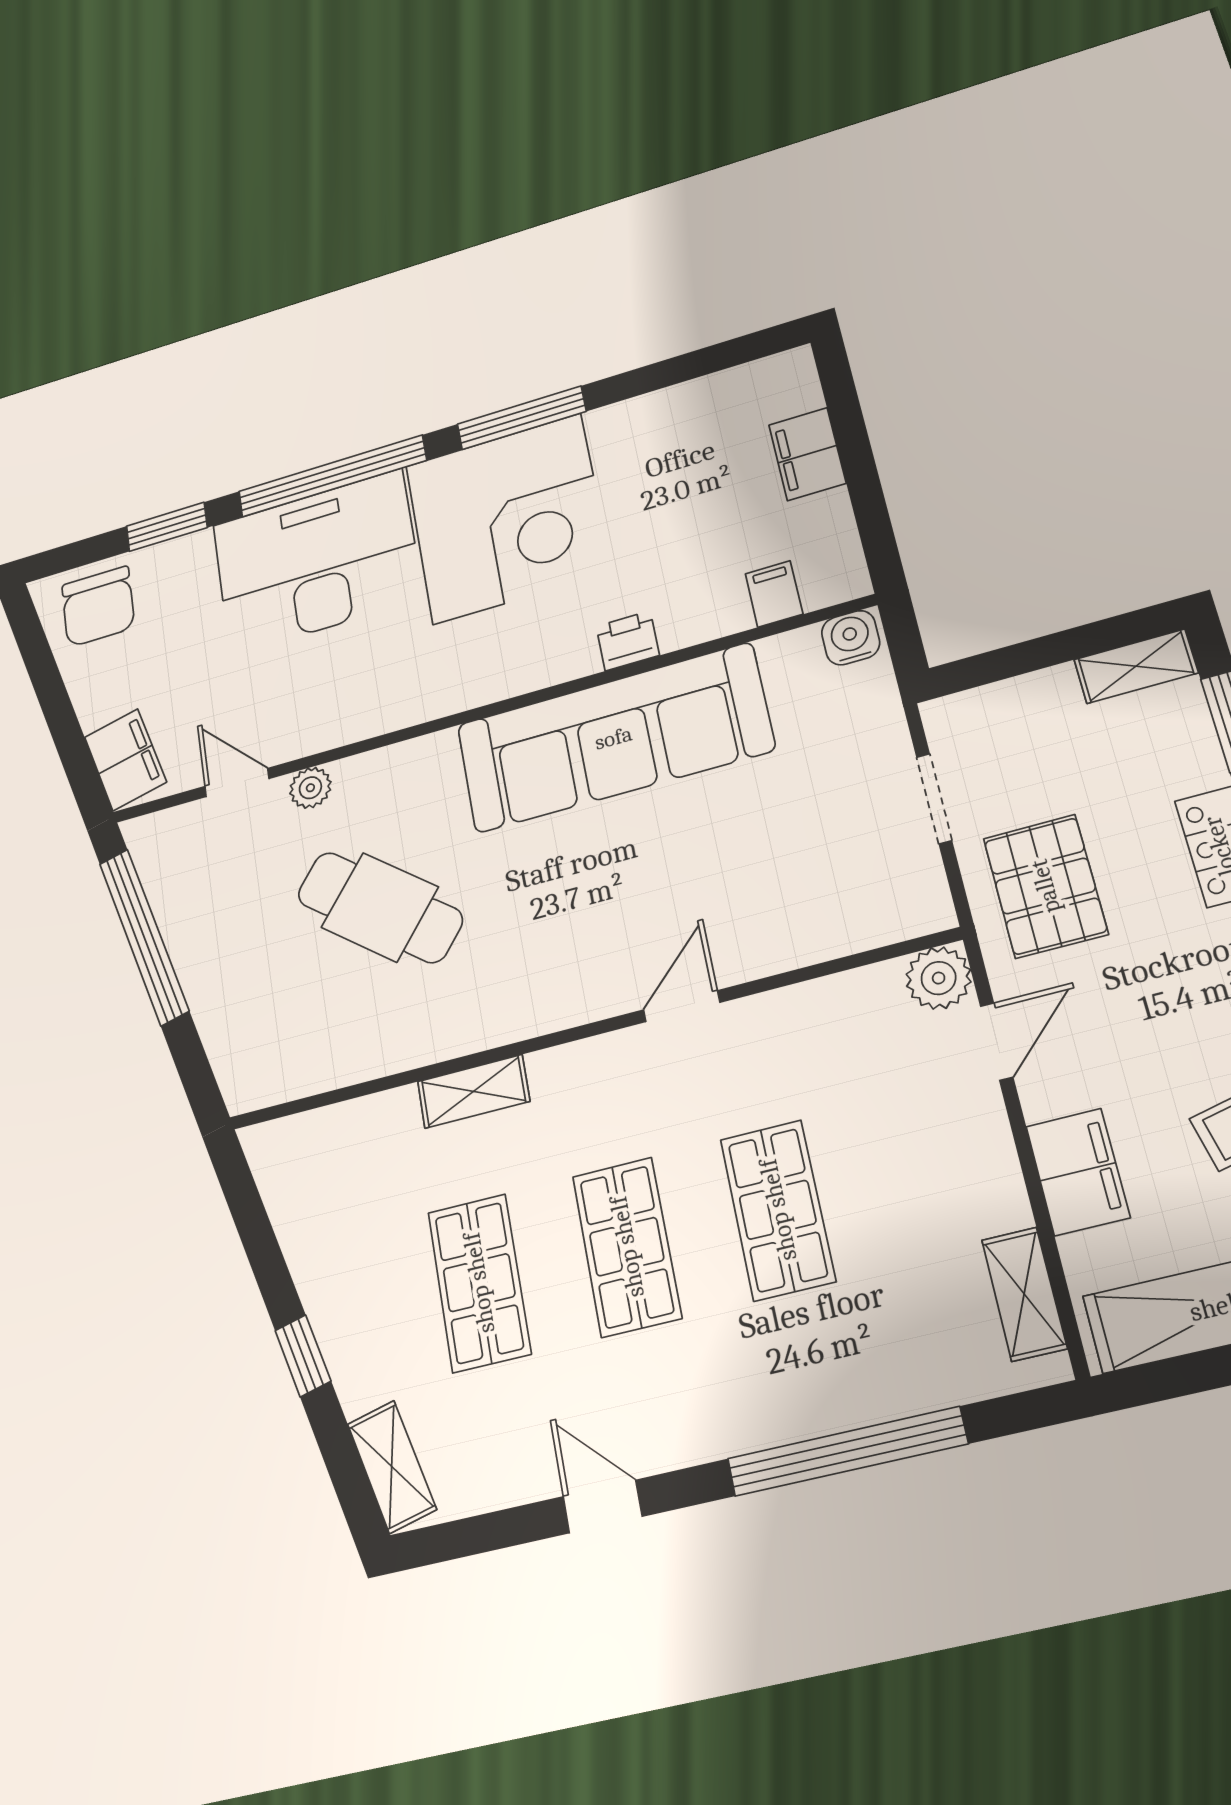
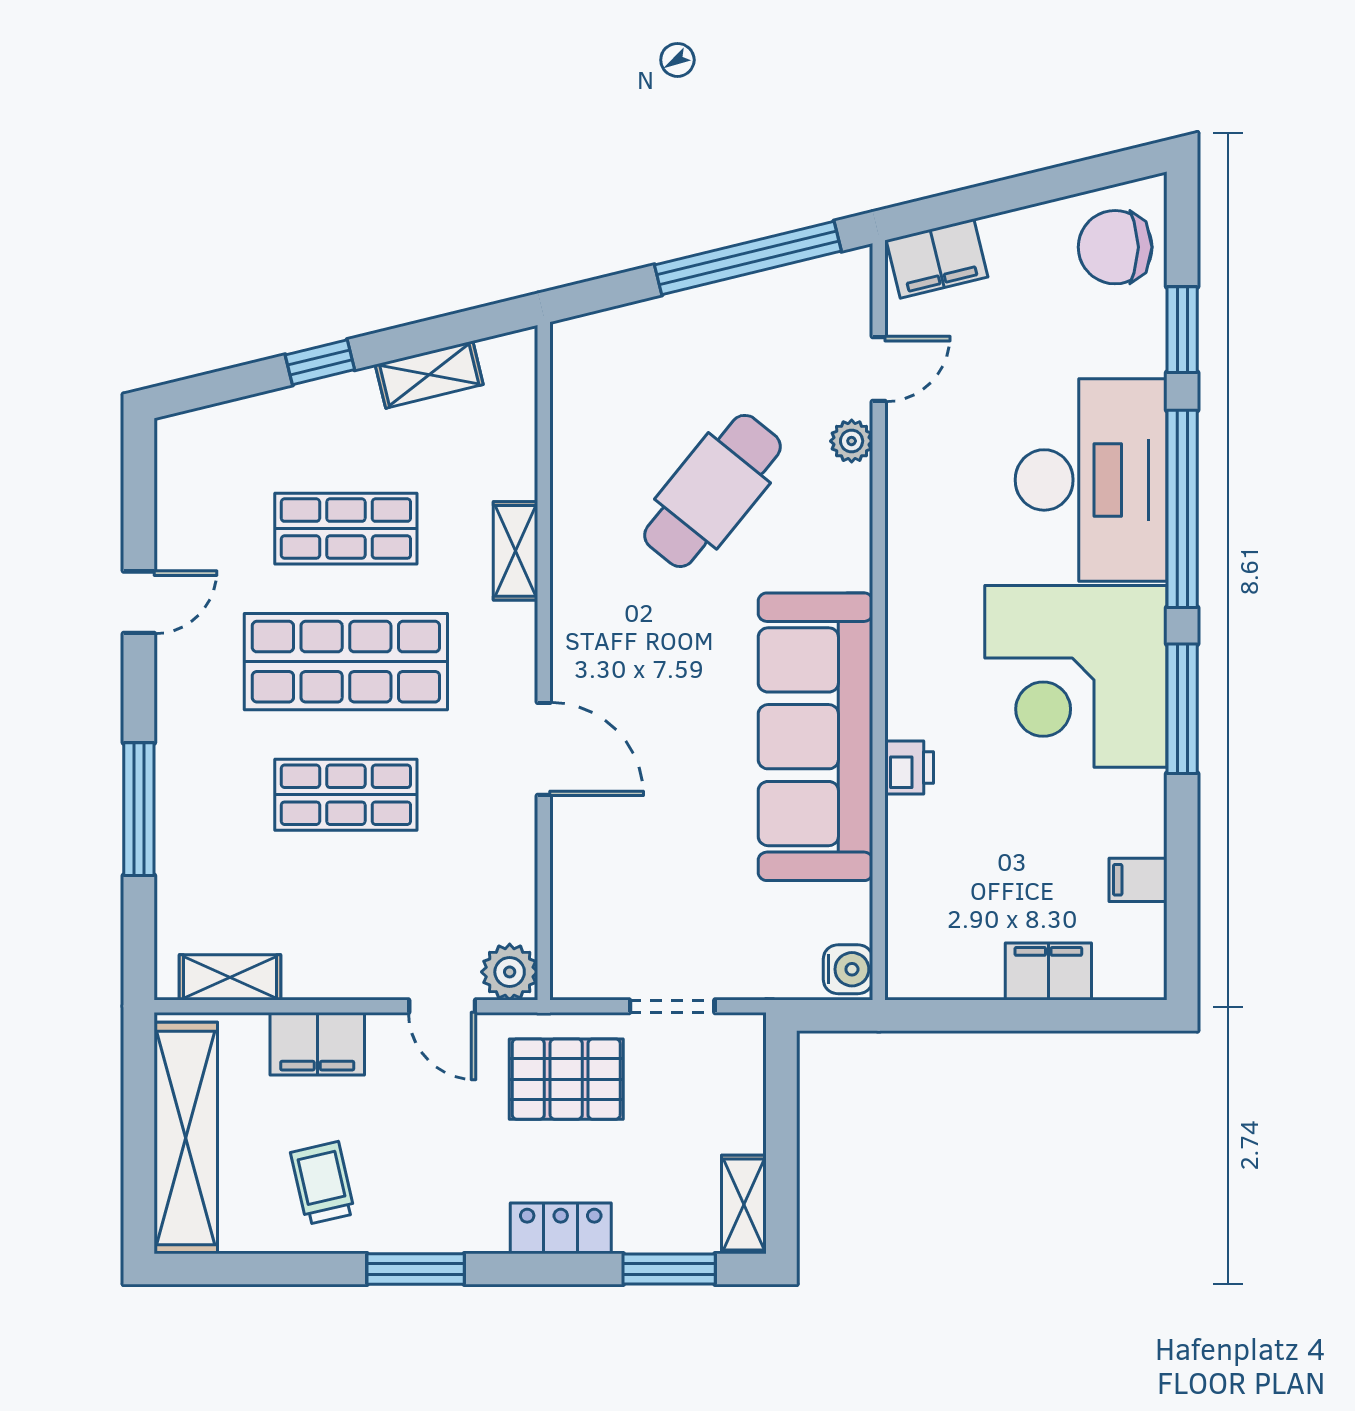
filing cabinet: (774, 594) -> (1138, 880), moved, turned 180
door: (682, 1006) -> (544, 749), width x1.37
shop shelf: (627, 1247) -> (346, 662), width x1.43, depth x1.36
window: (847, 1451) -> (139, 809), width x0.68
shelving: (392, 1467) -> (429, 375), moved

